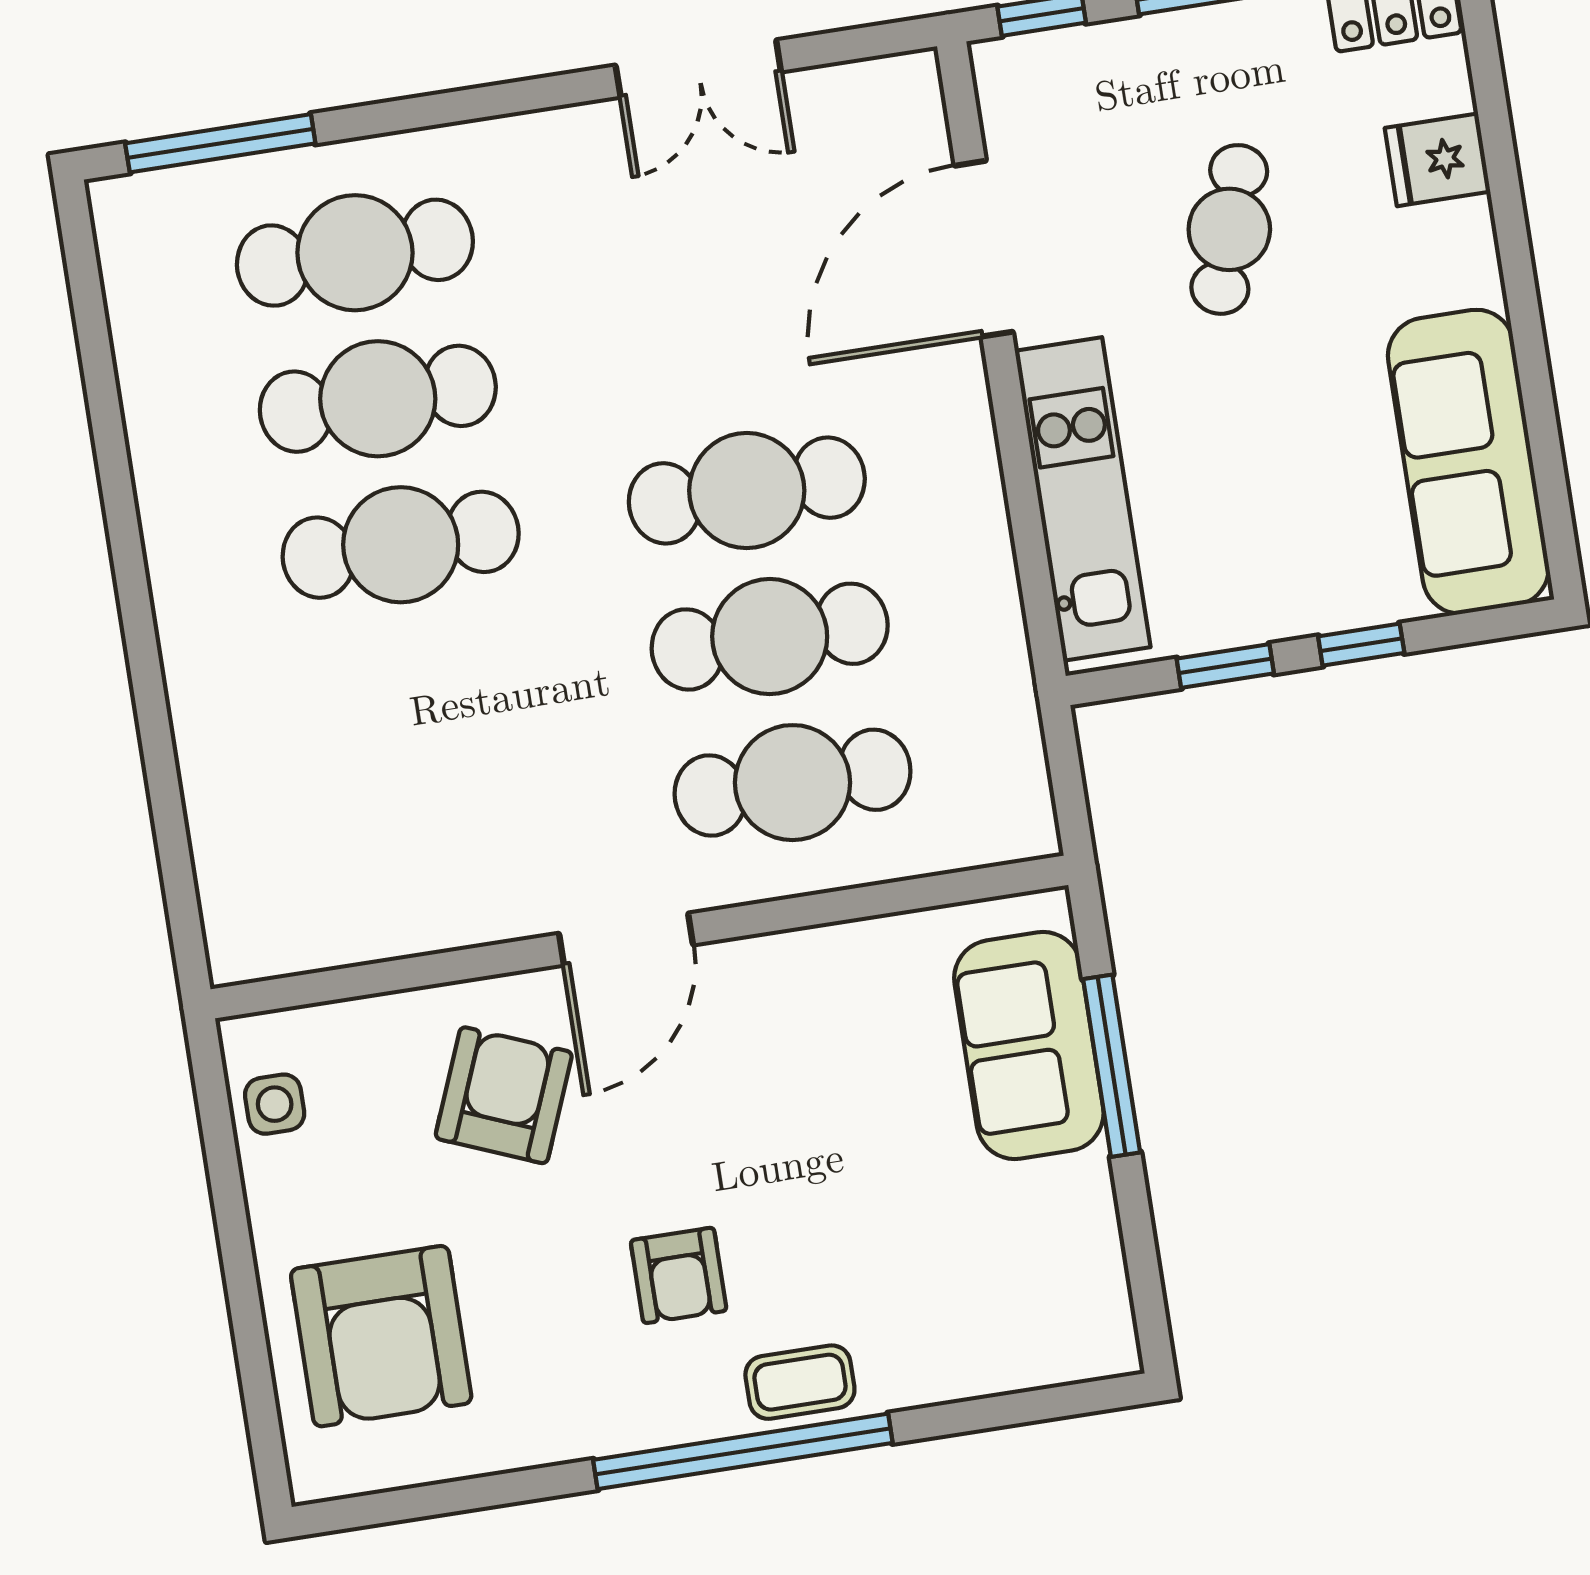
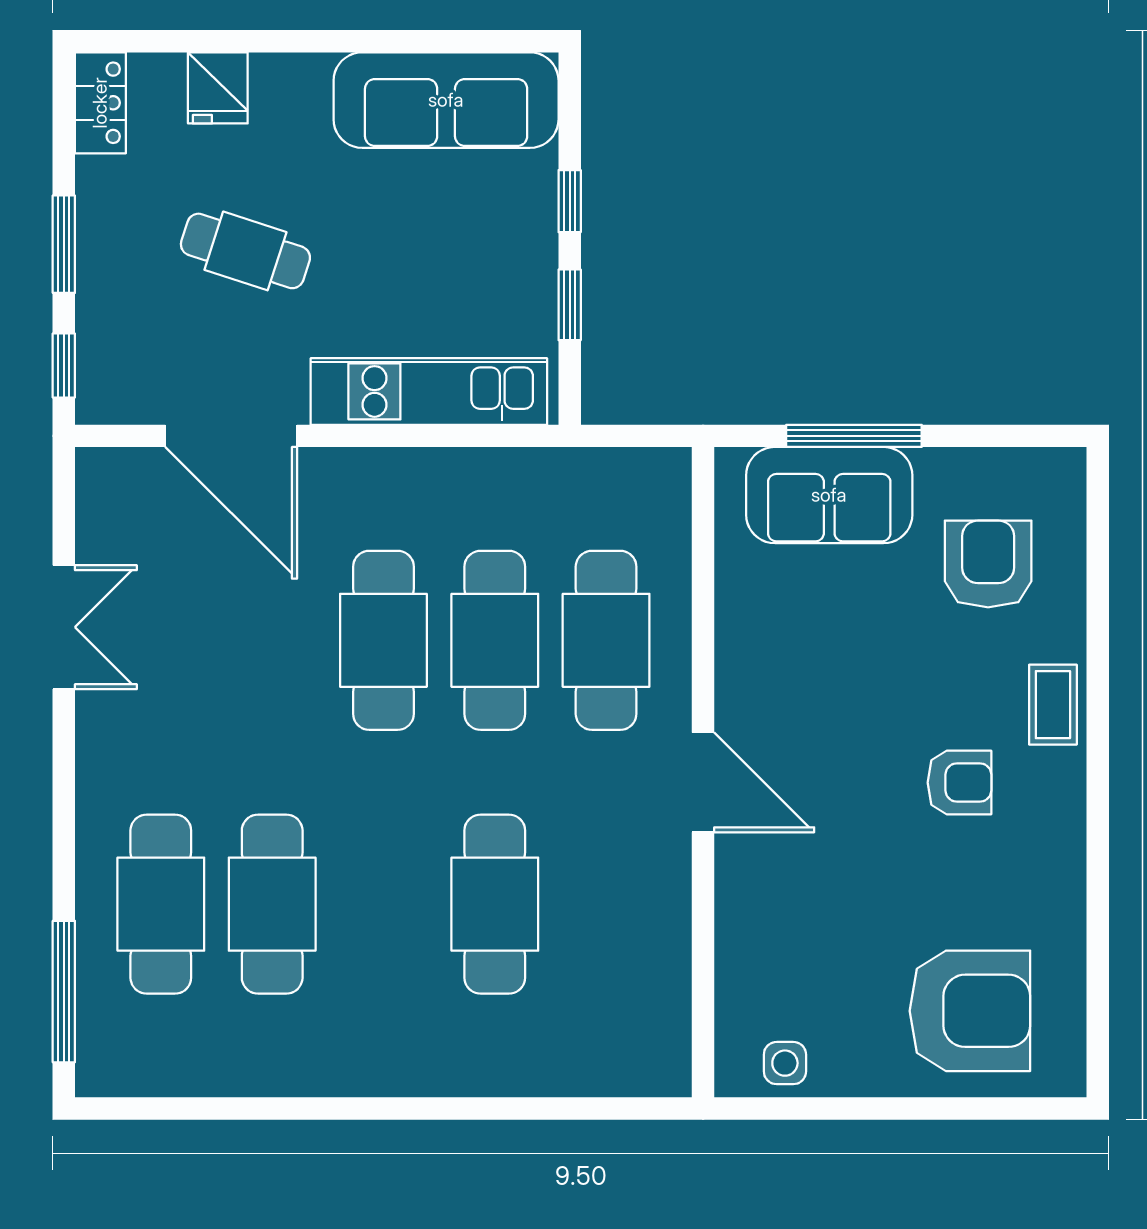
cafe table: (401, 545) -> (495, 904), moved
armchair: (504, 1095) -> (988, 564), moved, turned 68
window: (743, 1451) -> (1098, 755), removed

